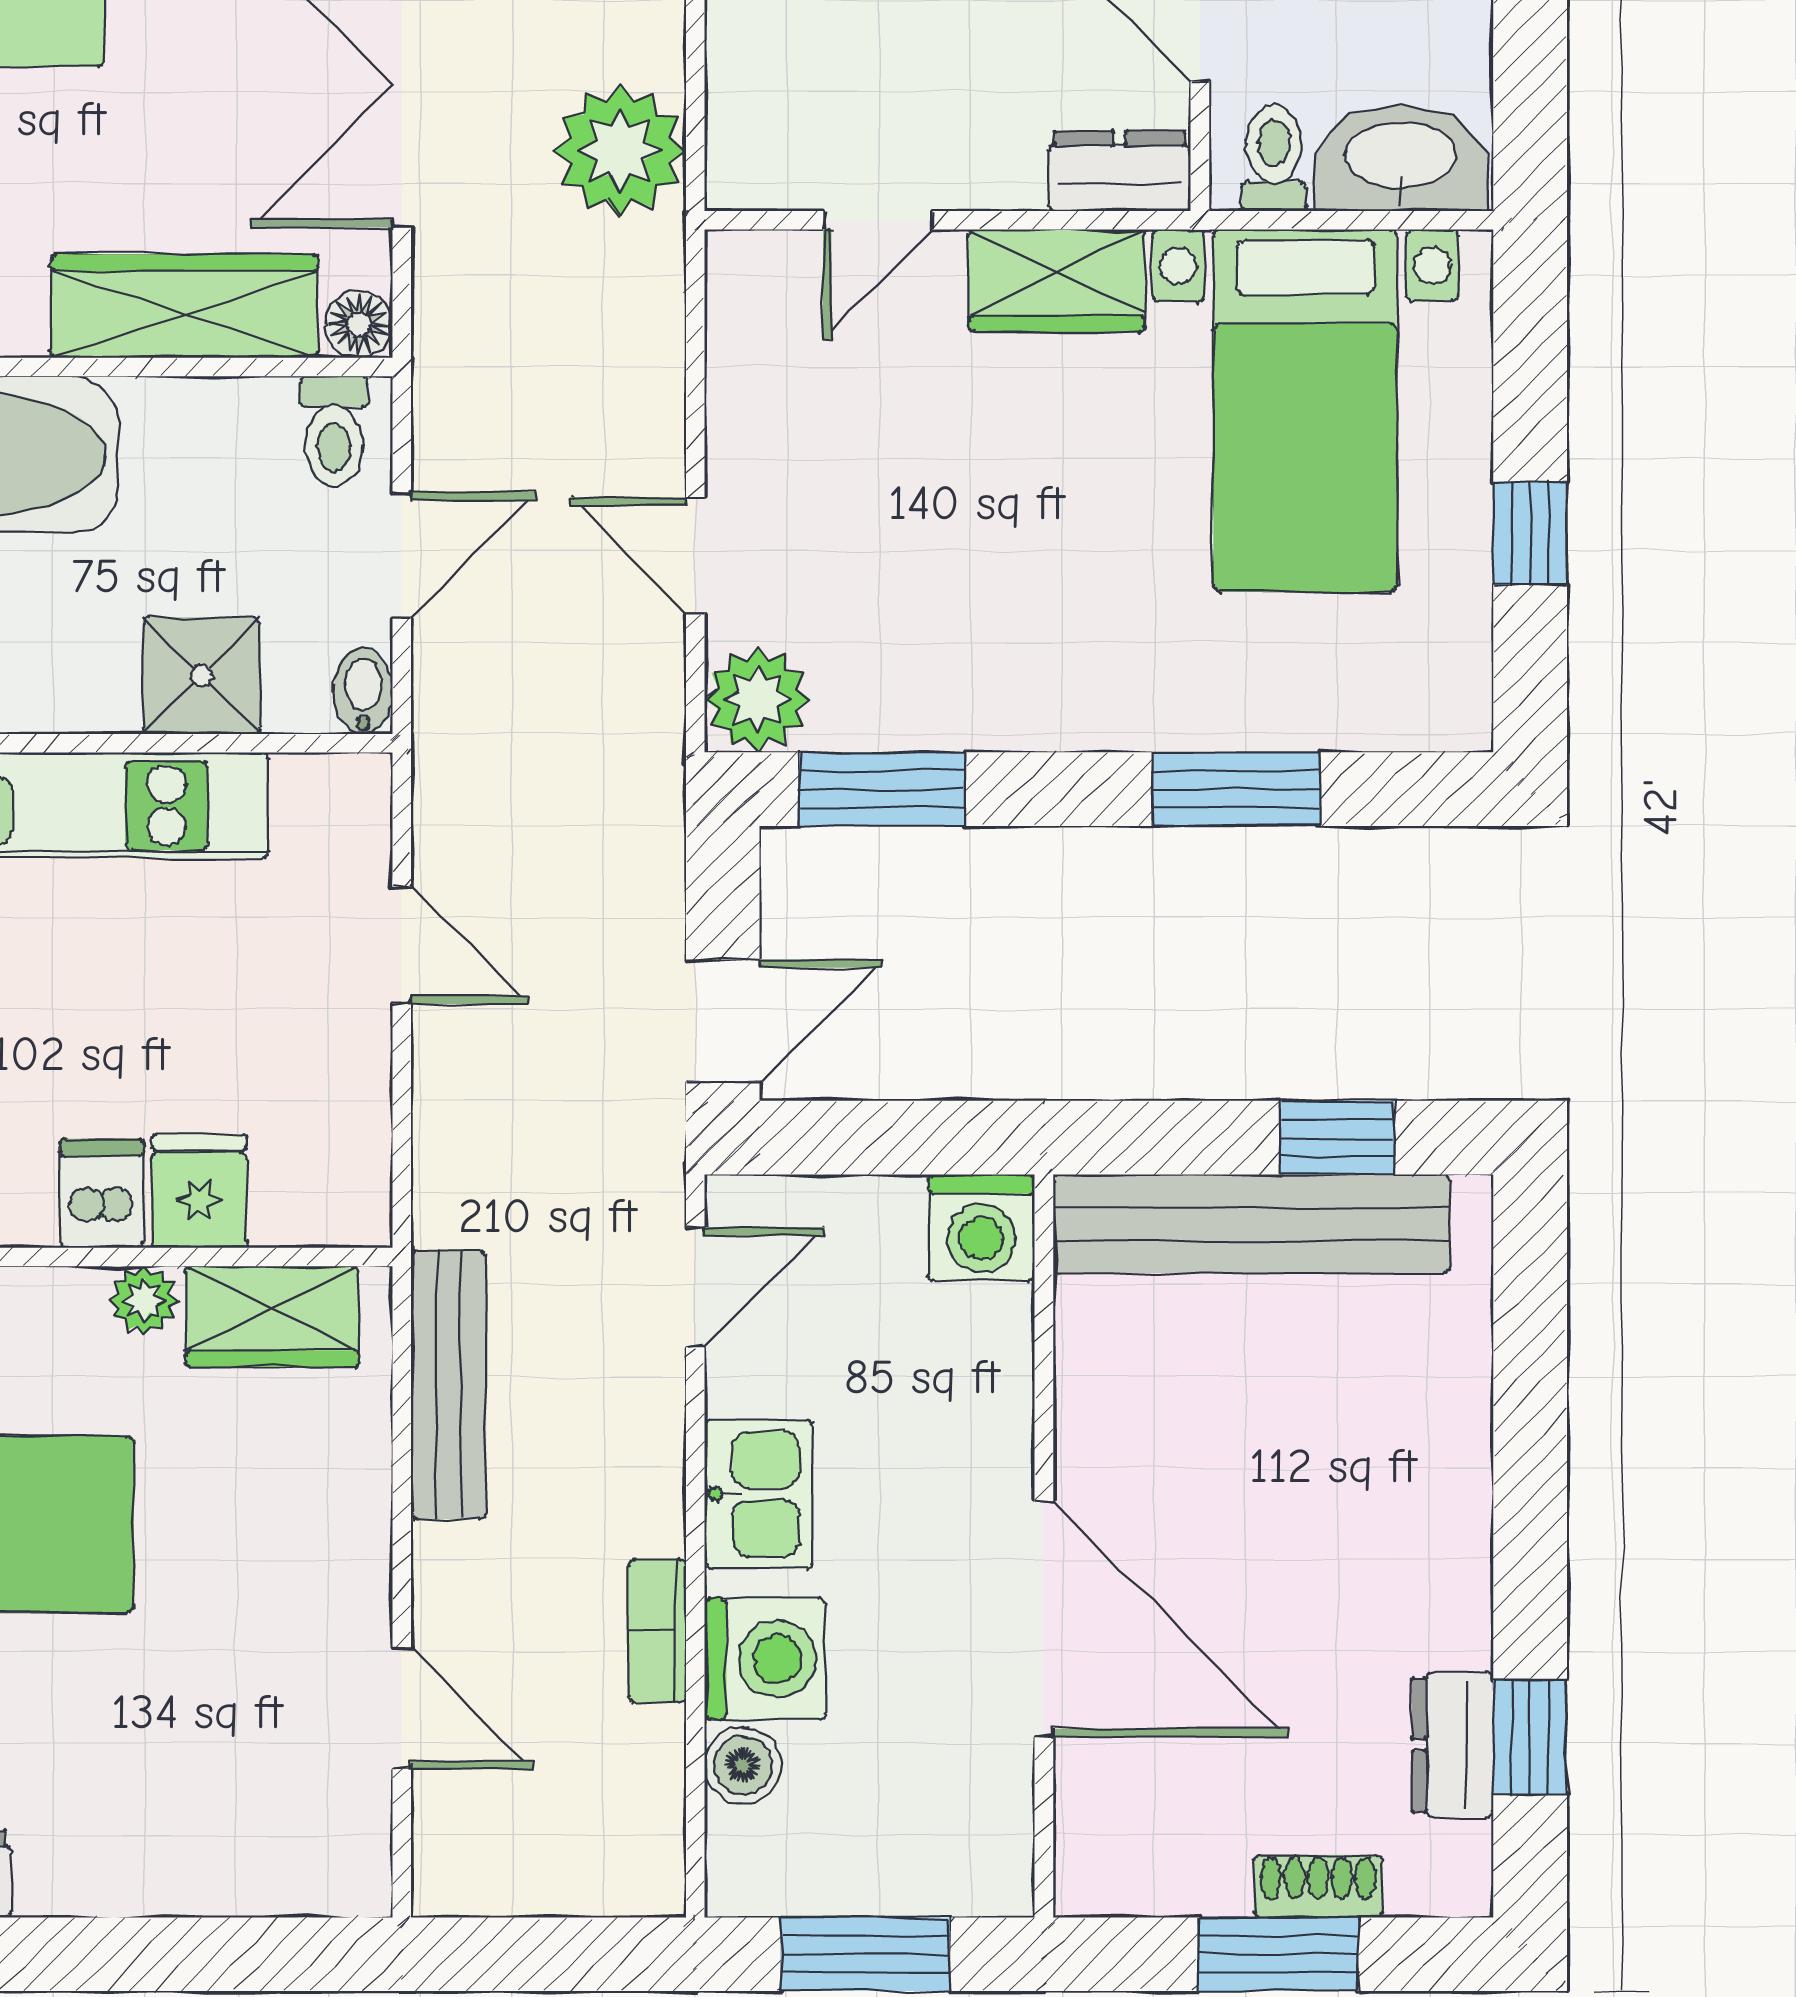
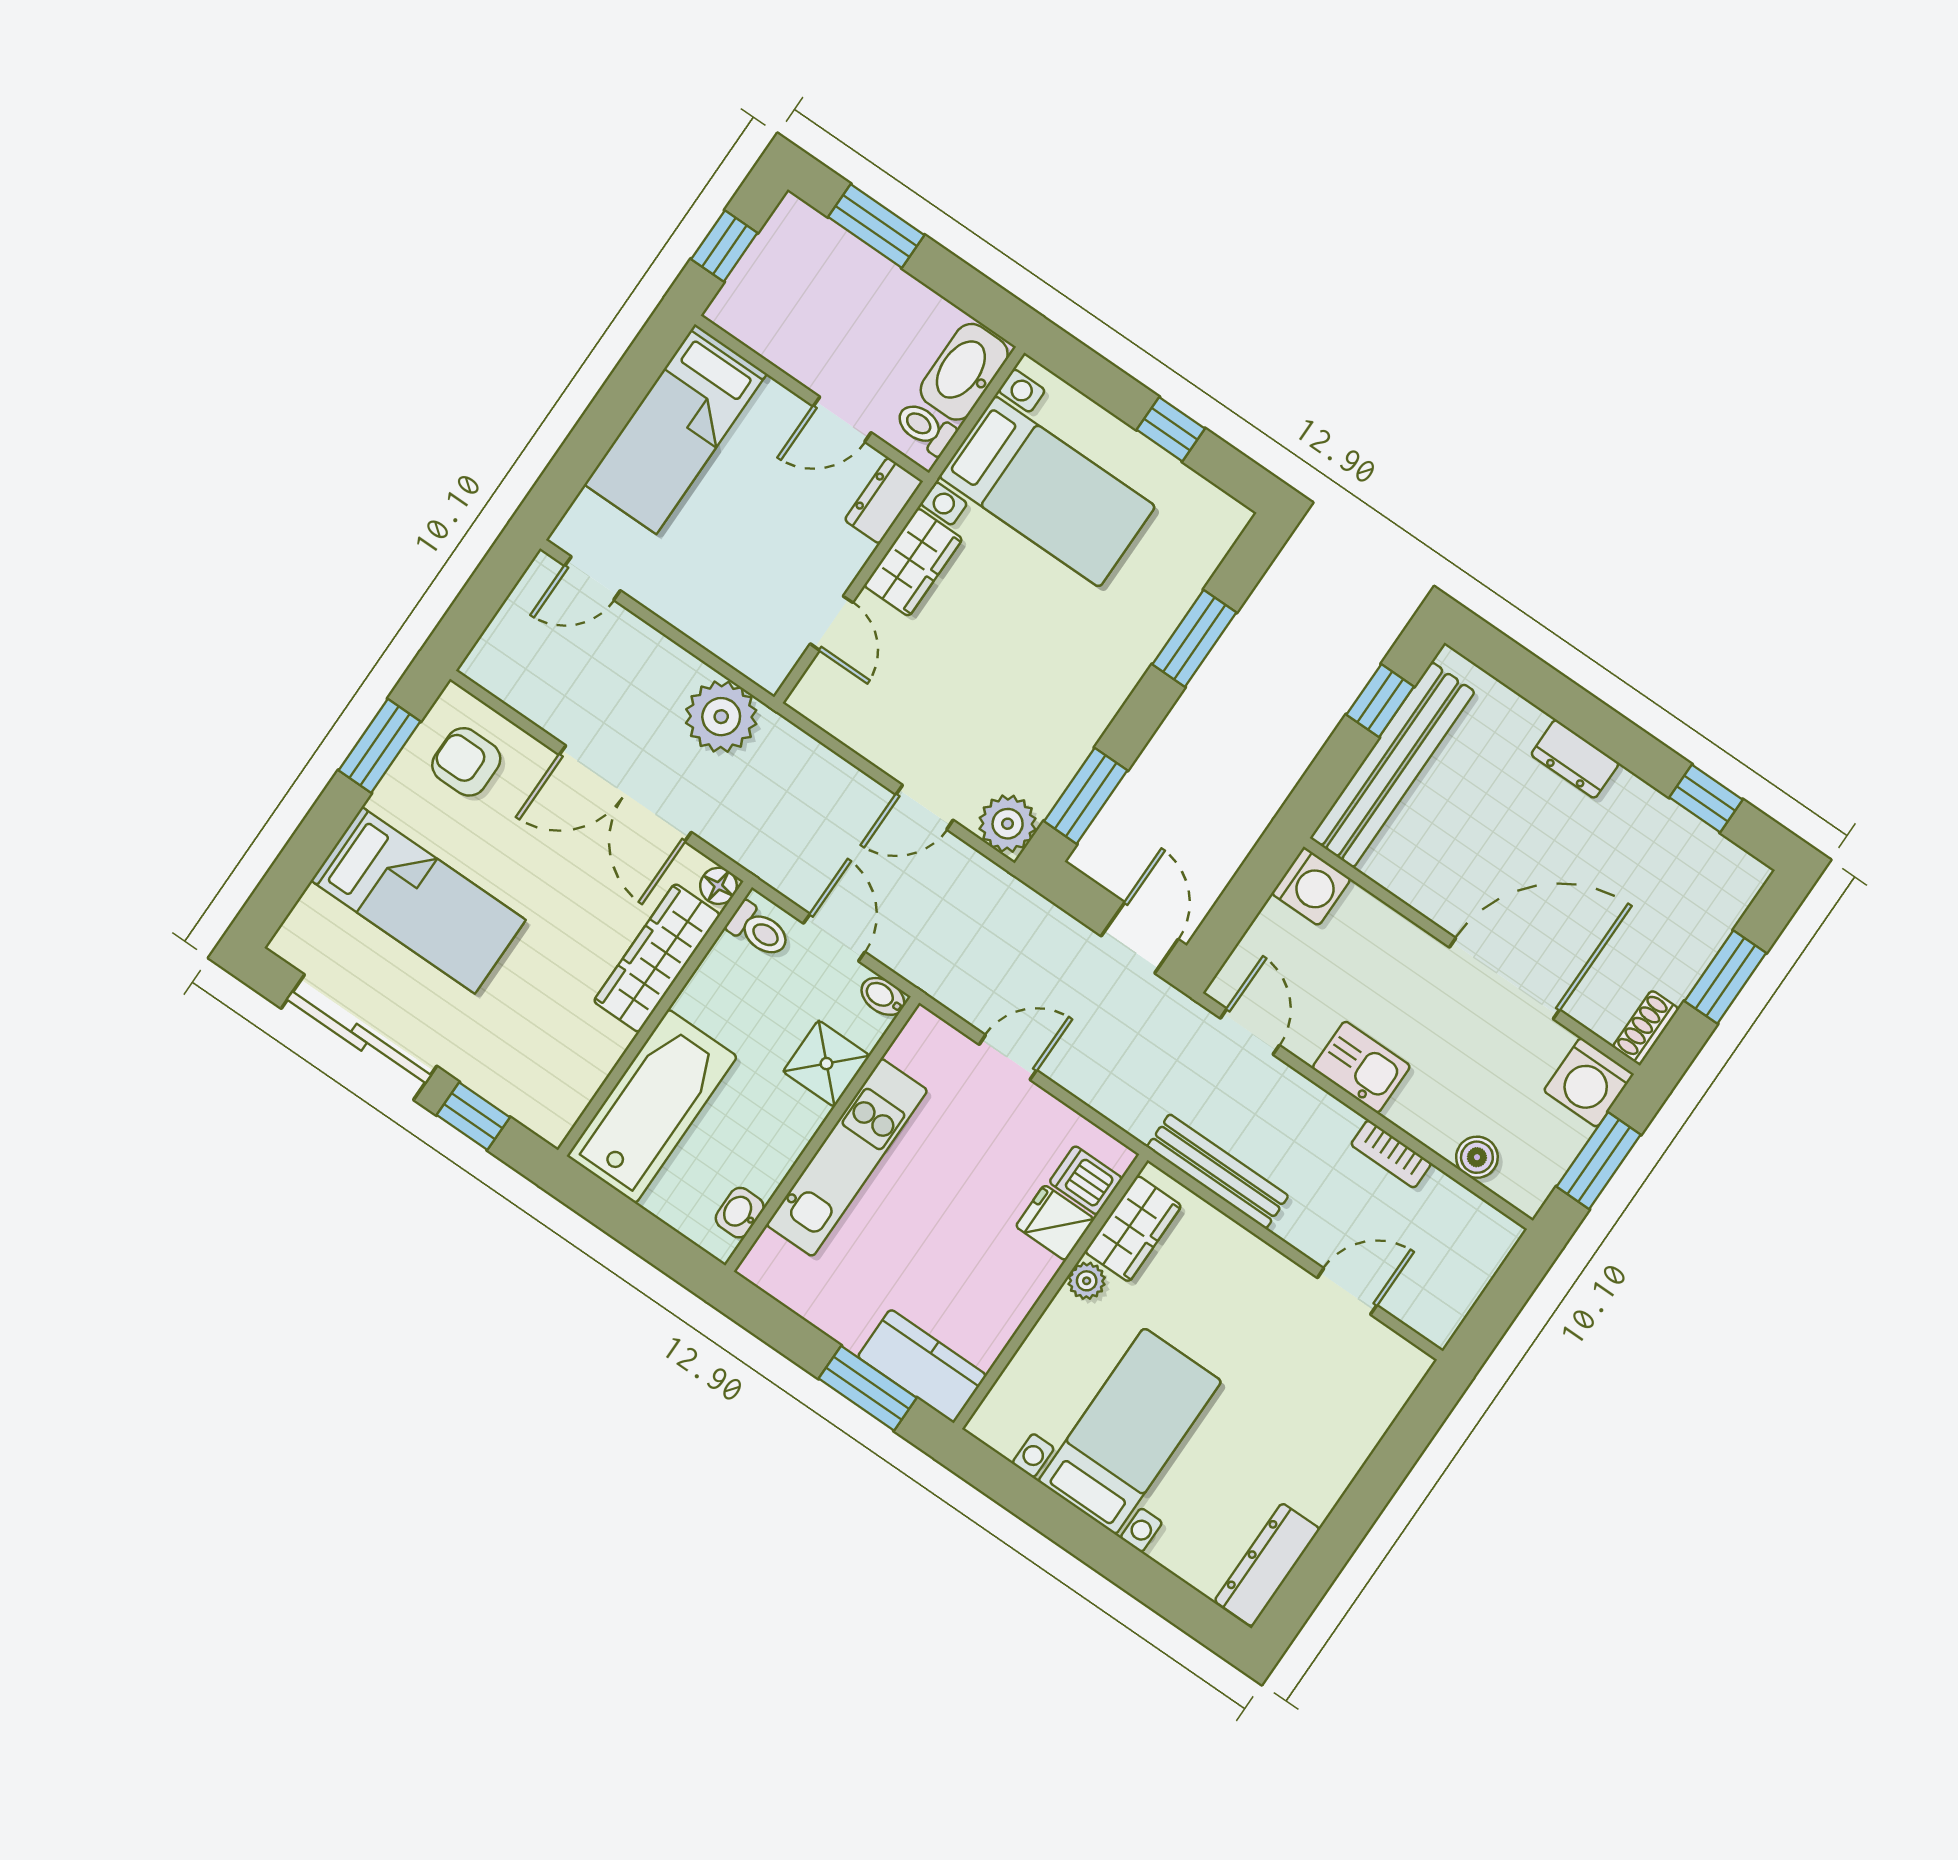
dishwasher: (102, 1193) -> (1086, 1180), moved
washing machine: (765, 1659) -> (1589, 1082), moved, turned 180
dresser: (1453, 1745) -> (1575, 759), moved
shoe rack: (1318, 1886) -> (1646, 1028), moved

